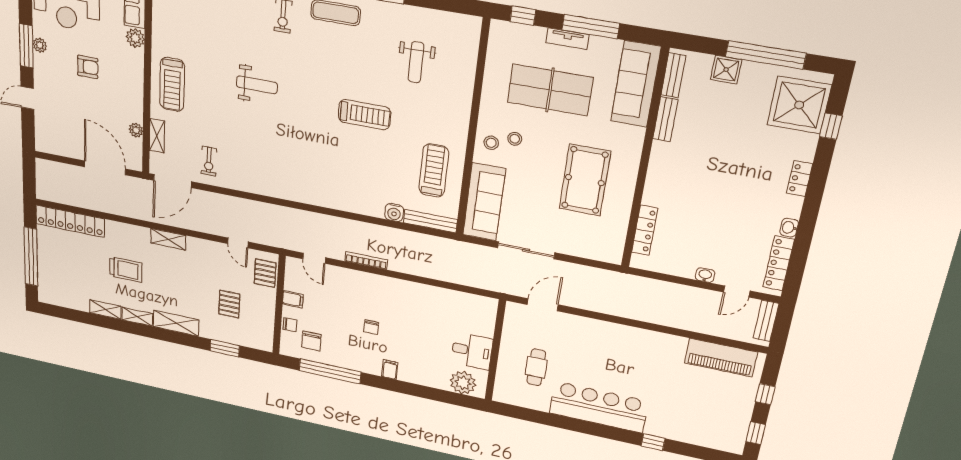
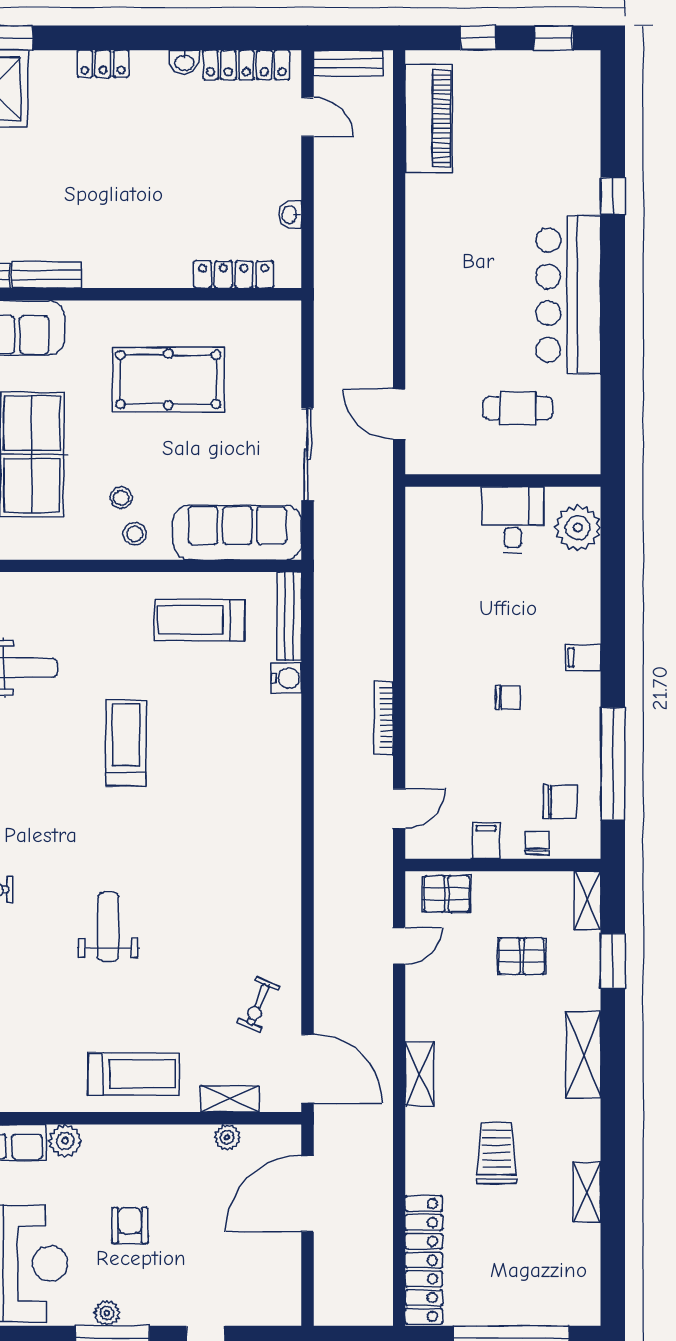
exercise bike: (209, 161) -> (258, 1004), turned 113
washbasin: (705, 275) -> (290, 215), moved
shelving: (137, 317) -> (587, 900), moved

